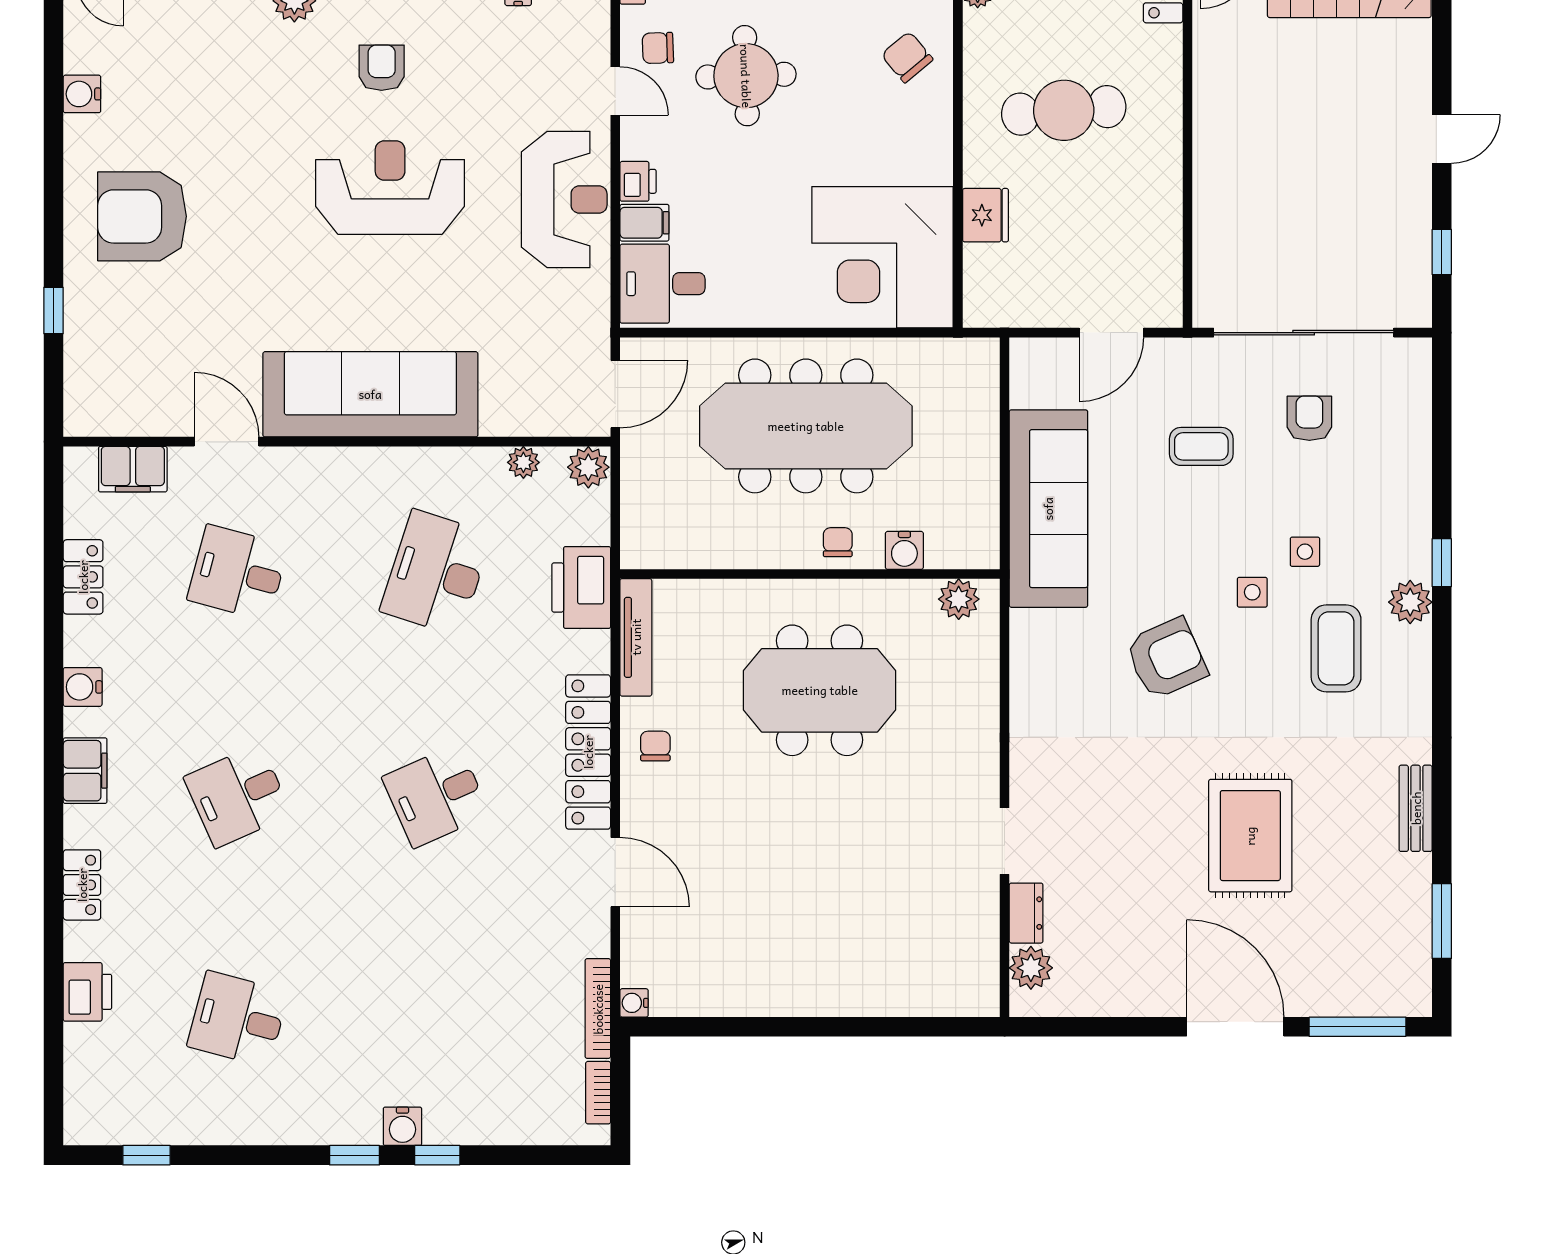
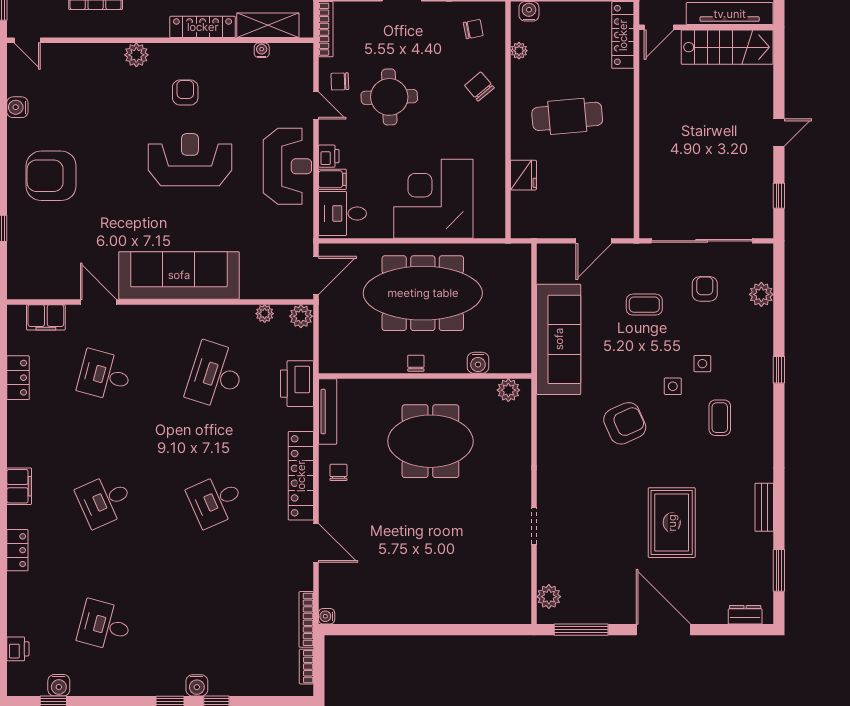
corner desk: (883, 257) -> (433, 199), moved, turned 90
chair: (838, 542) -> (416, 363), moved
plant: (1410, 602) -> (761, 294), moved
coffee table: (1336, 648) -> (720, 418), width x0.73, depth x0.77
water cooler: (83, 687) -> (59, 685), moved, turned -90
dresser: (1026, 913) -> (745, 615), moved, turned -90
printer: (87, 992) -> (18, 649), moved, width x0.73, depth x0.81
window: (1358, 1027) -> (581, 630), moved

